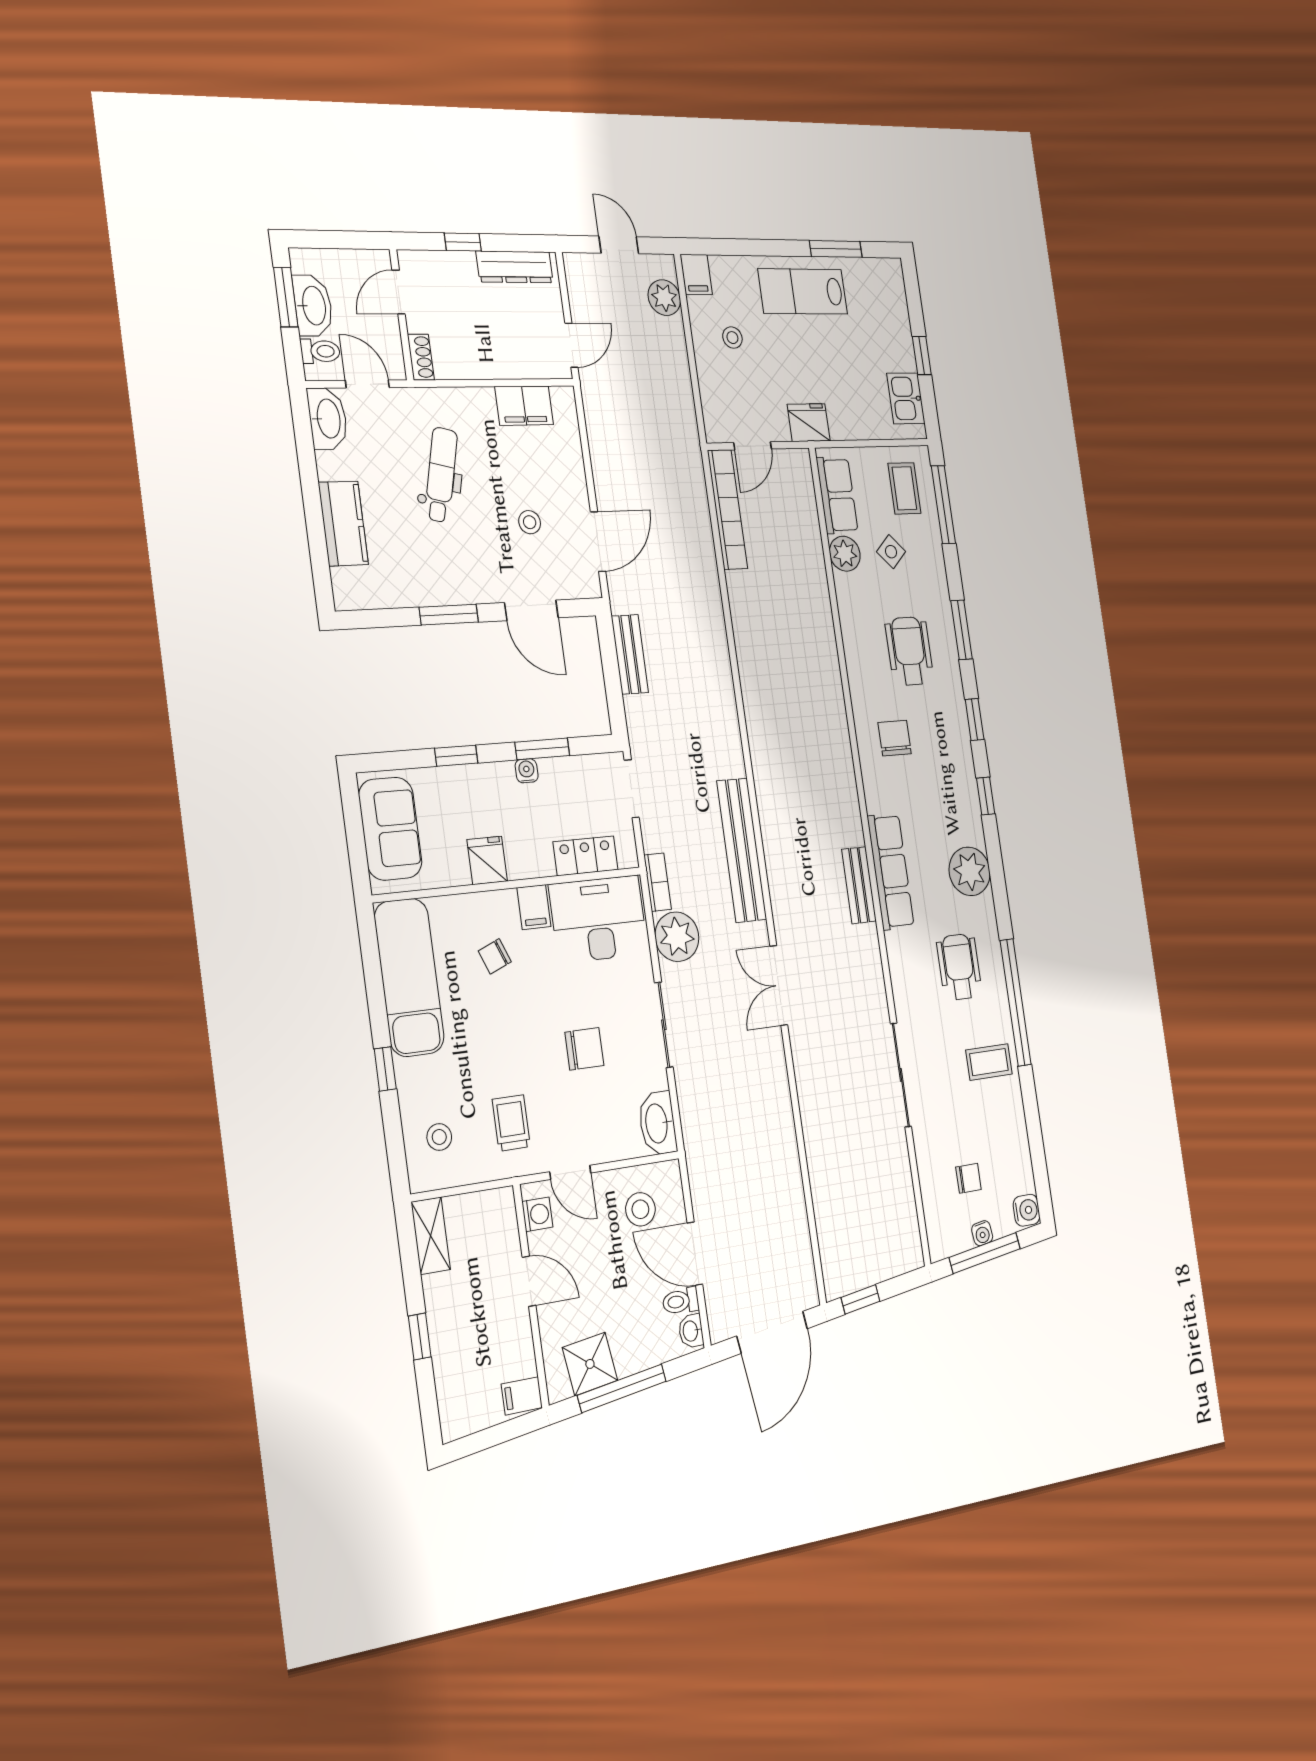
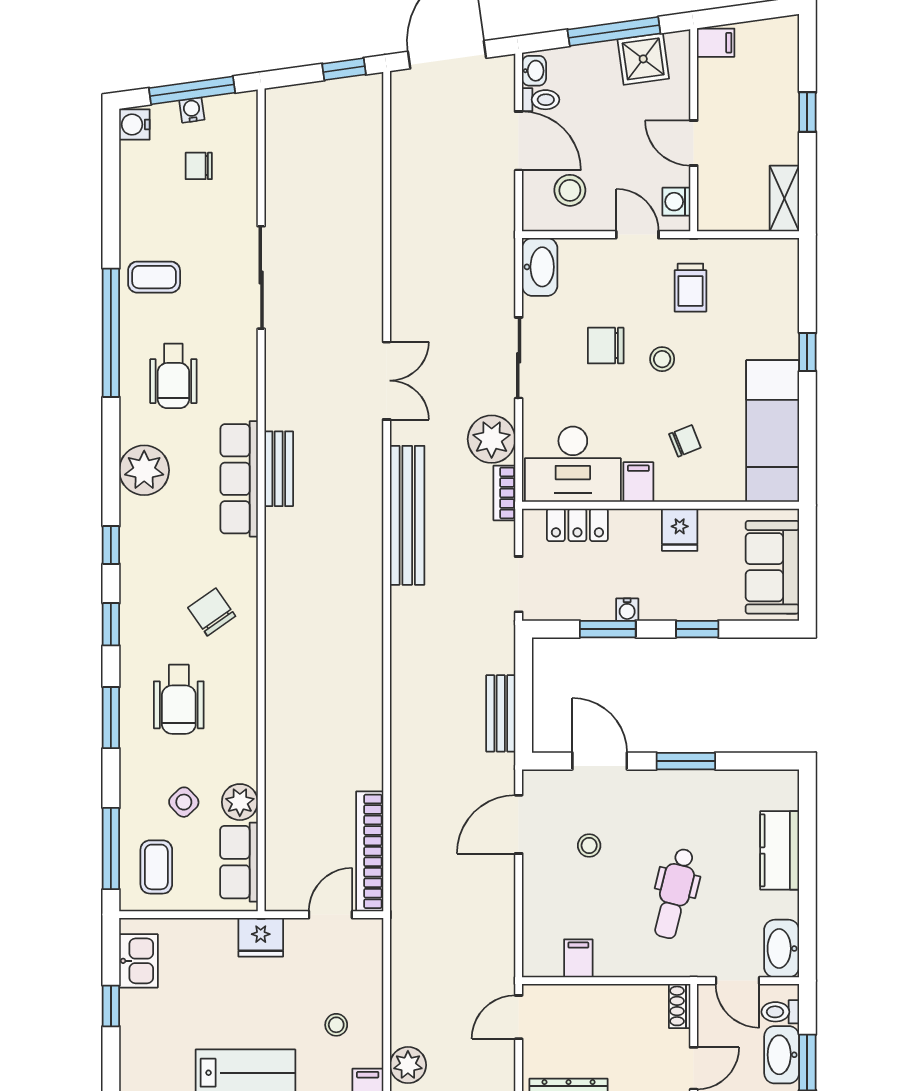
filing cabinet: (524, 406) -> (578, 958), width x0.50
chair: (895, 738) -> (212, 612), turned 145
stool: (439, 1137) -> (662, 359), moved

